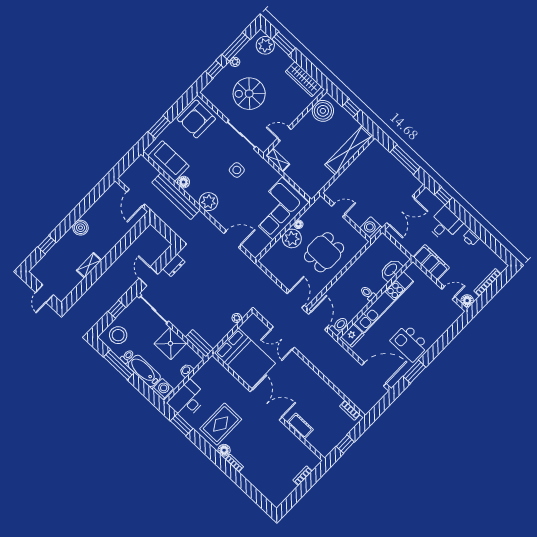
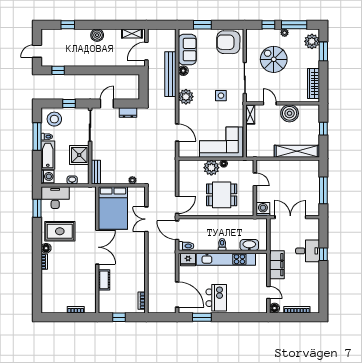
boiler: (323, 111) -> (290, 113), moved
window: (443, 196) -> (323, 254), moved
double door: (401, 211) -> (290, 217), swing flipped
printer: (471, 238) -> (314, 274), removed
shelving: (89, 265) -> (132, 33), moved
window: (79, 291) -> (58, 70), added
door: (318, 321) -> (177, 230), swing flipped
kitchen island: (409, 343) -> (216, 298), turned 180

